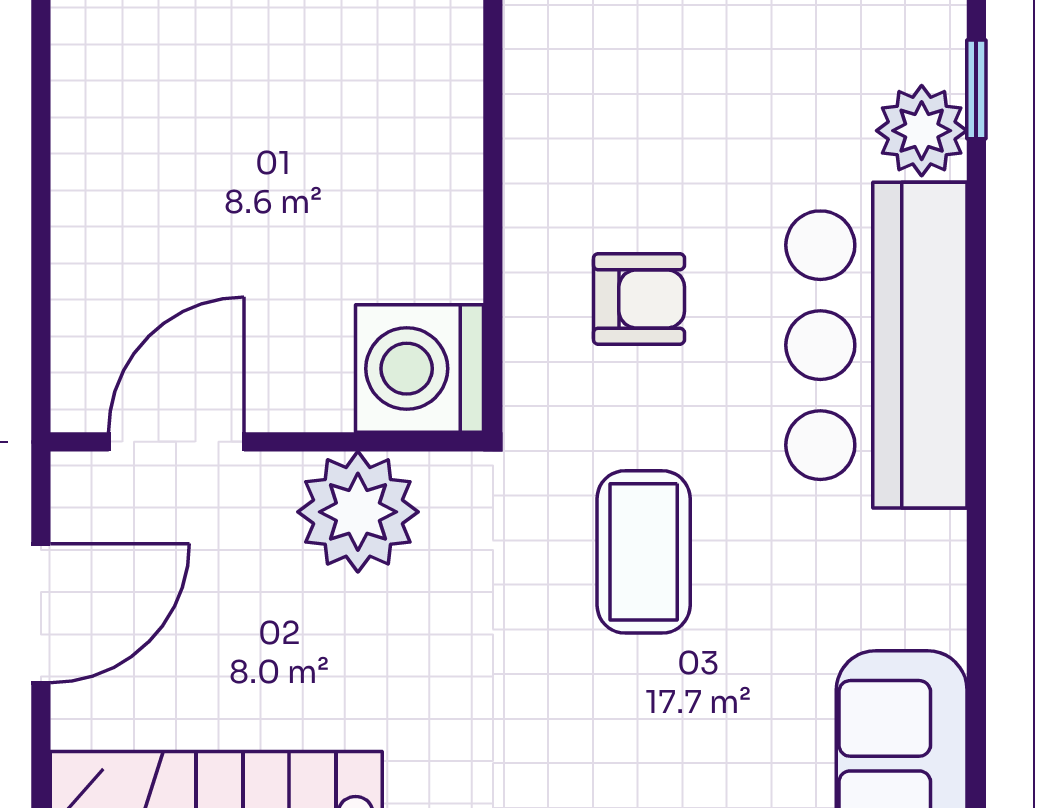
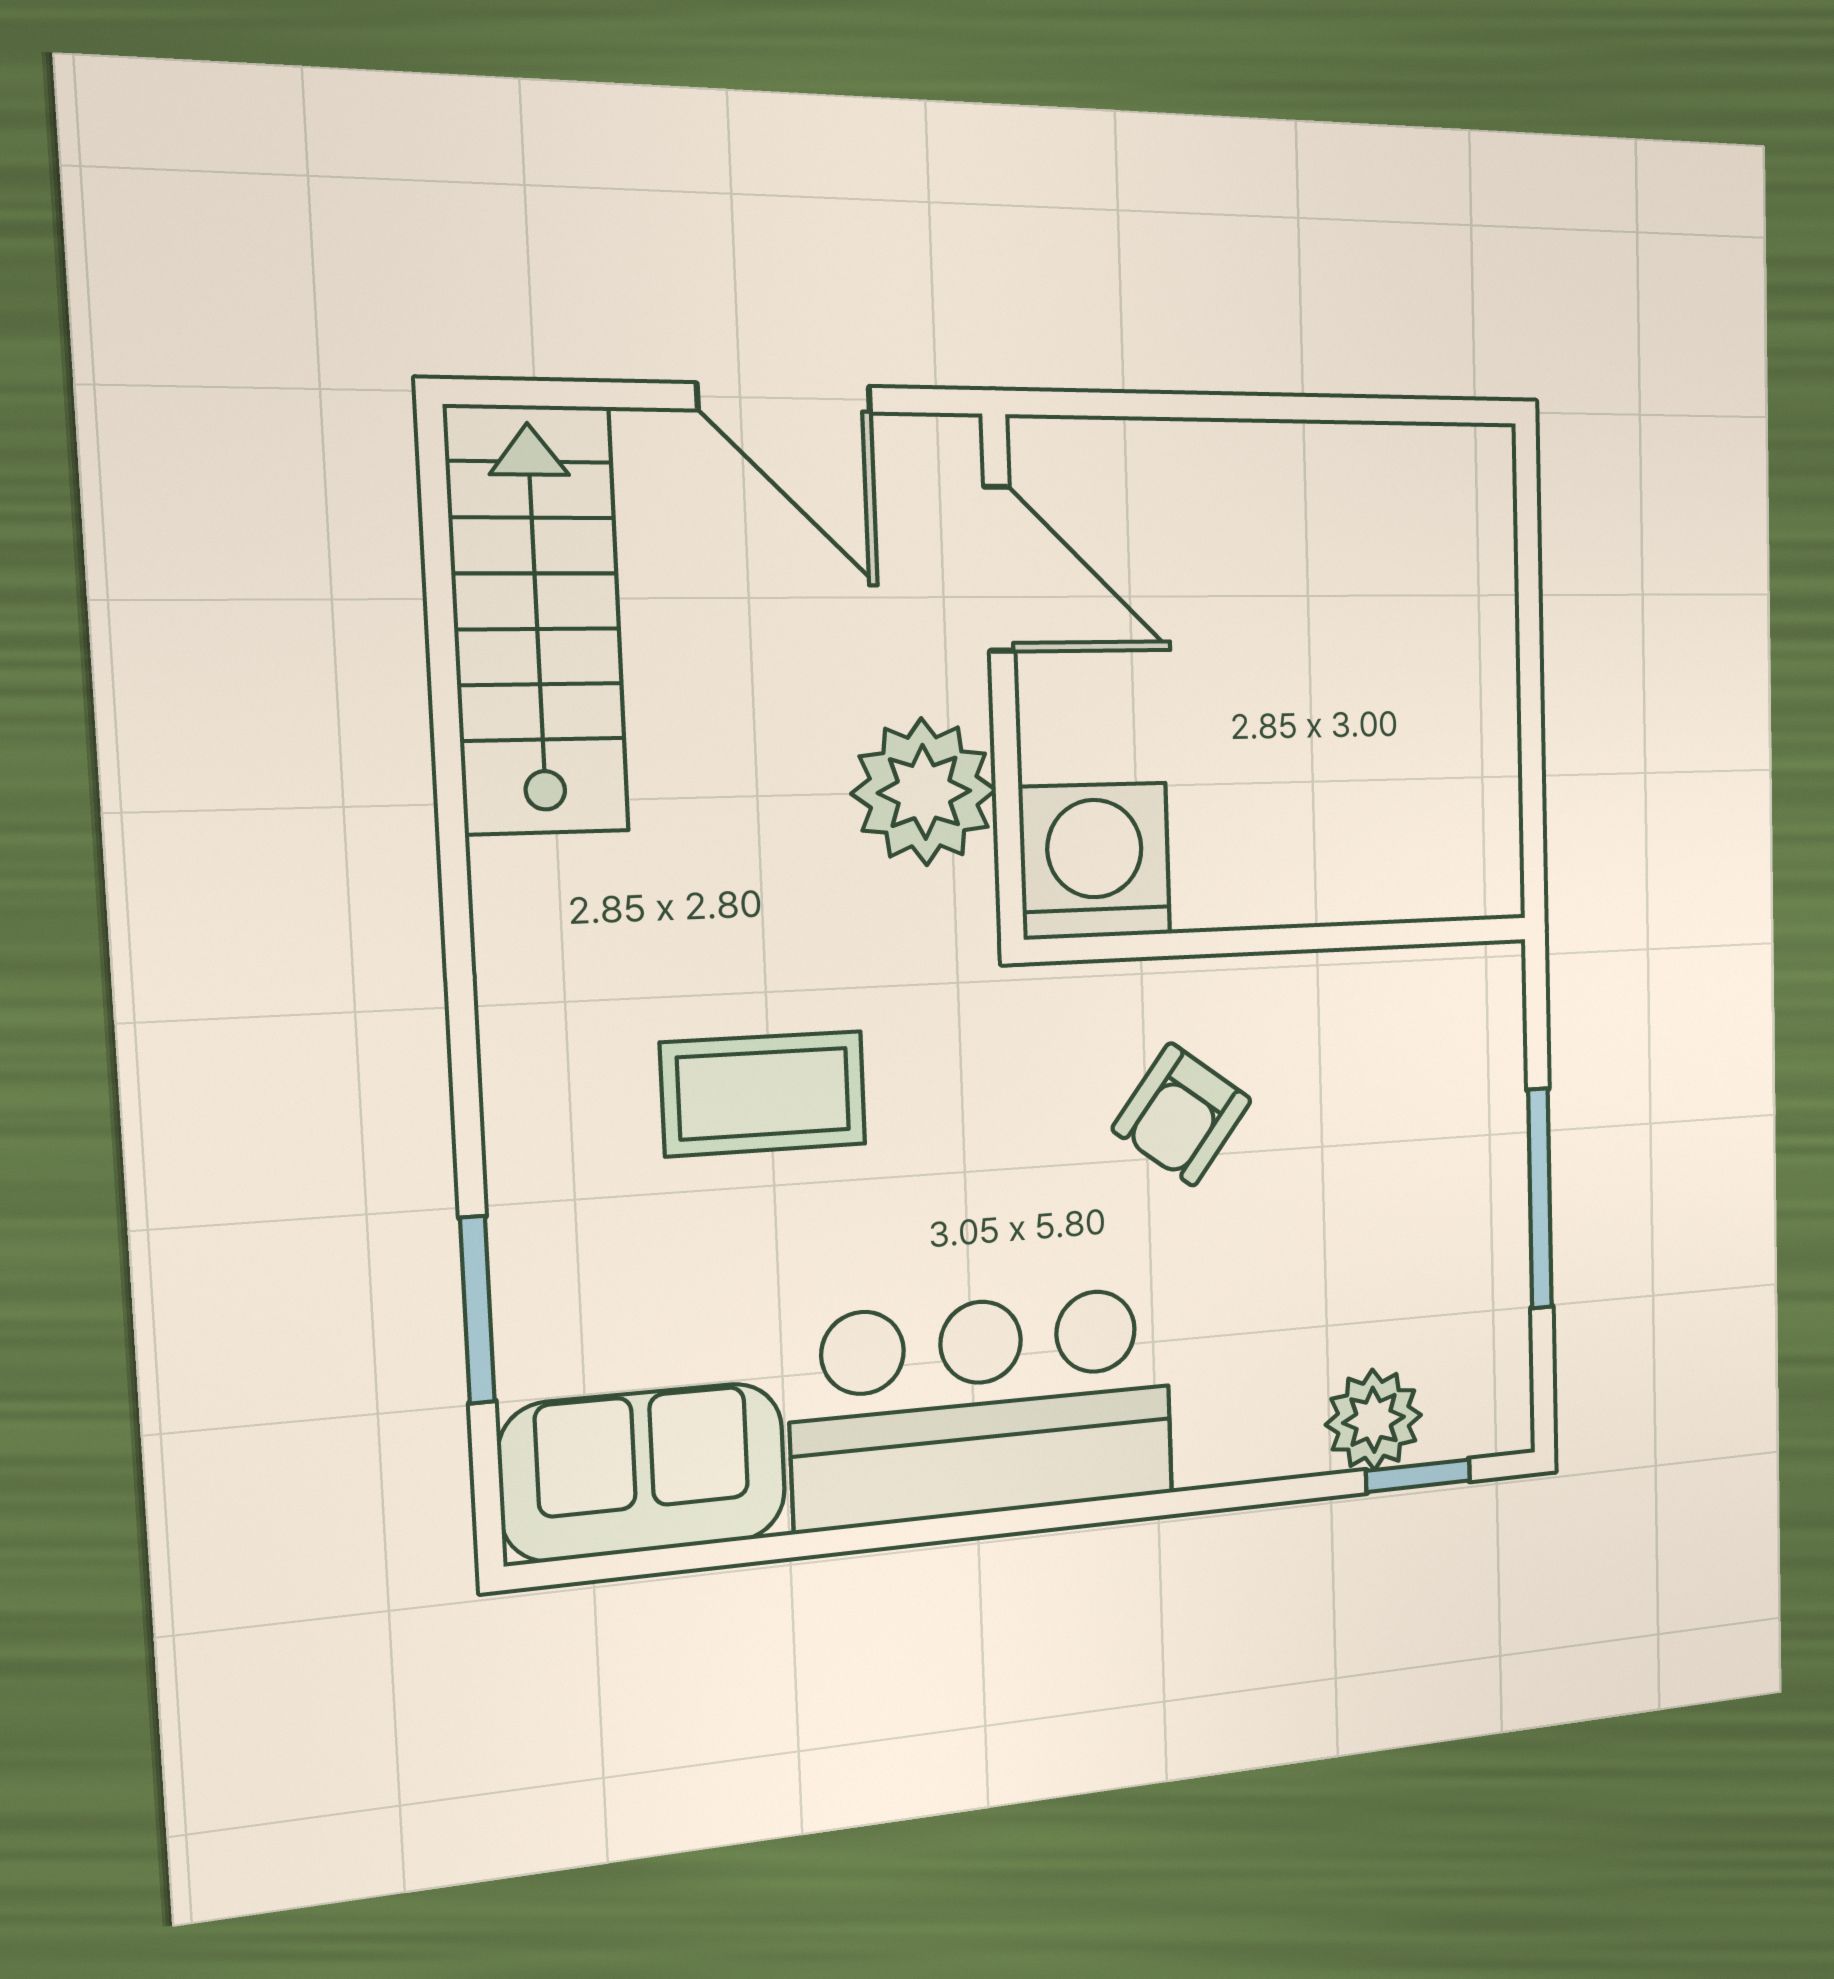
armchair: (639, 299) -> (1182, 1115), turned 37
bar counter: (876, 345) -> (983, 1408), moved
coffee table: (644, 552) -> (764, 1094), moved

